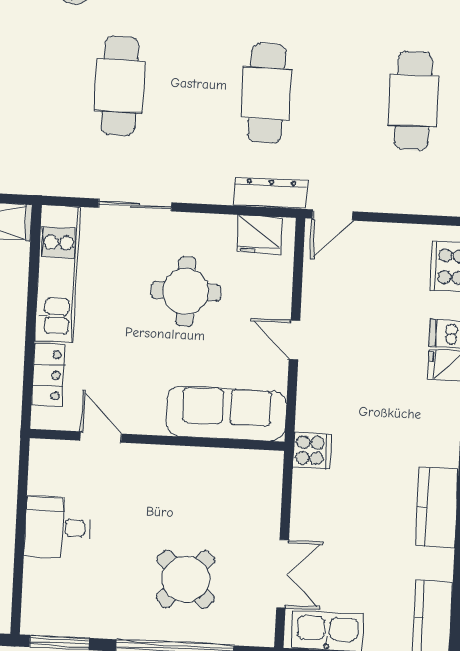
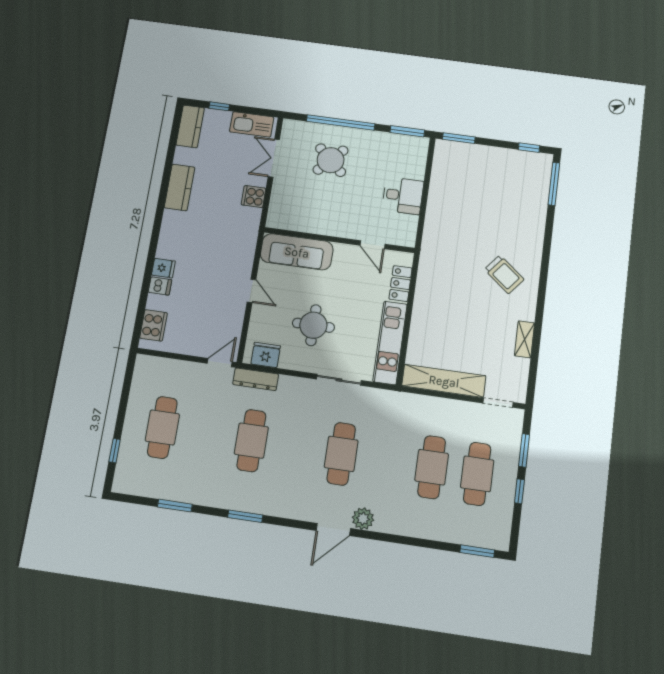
cooker: (312, 451) -> (254, 197), moved

